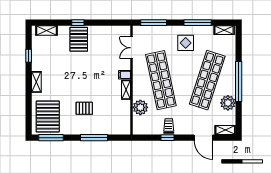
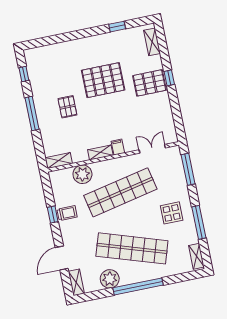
shelving: (36, 82) -> (59, 161), moved
pallet: (48, 117) -> (103, 80), moved
window: (51, 138) -> (24, 74), width x0.46
window: (94, 138) -> (32, 113), moved

